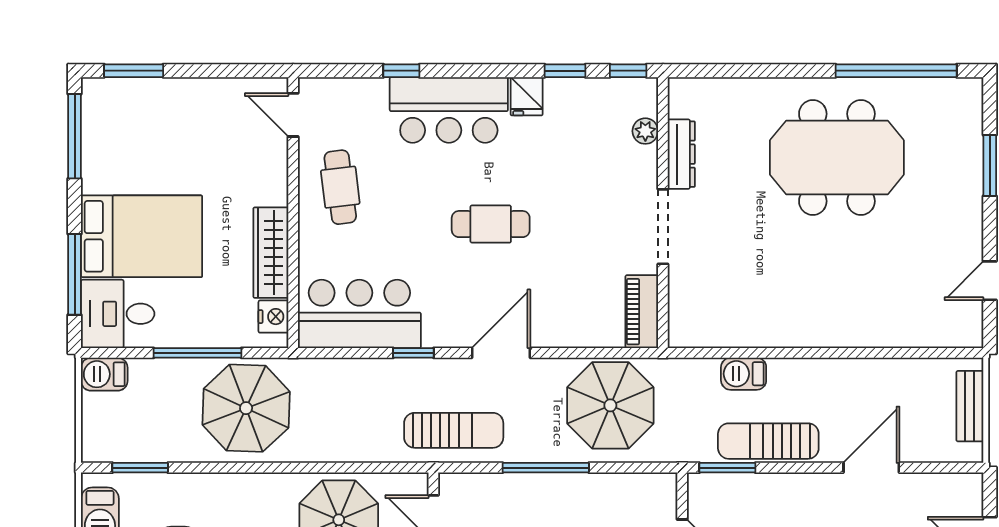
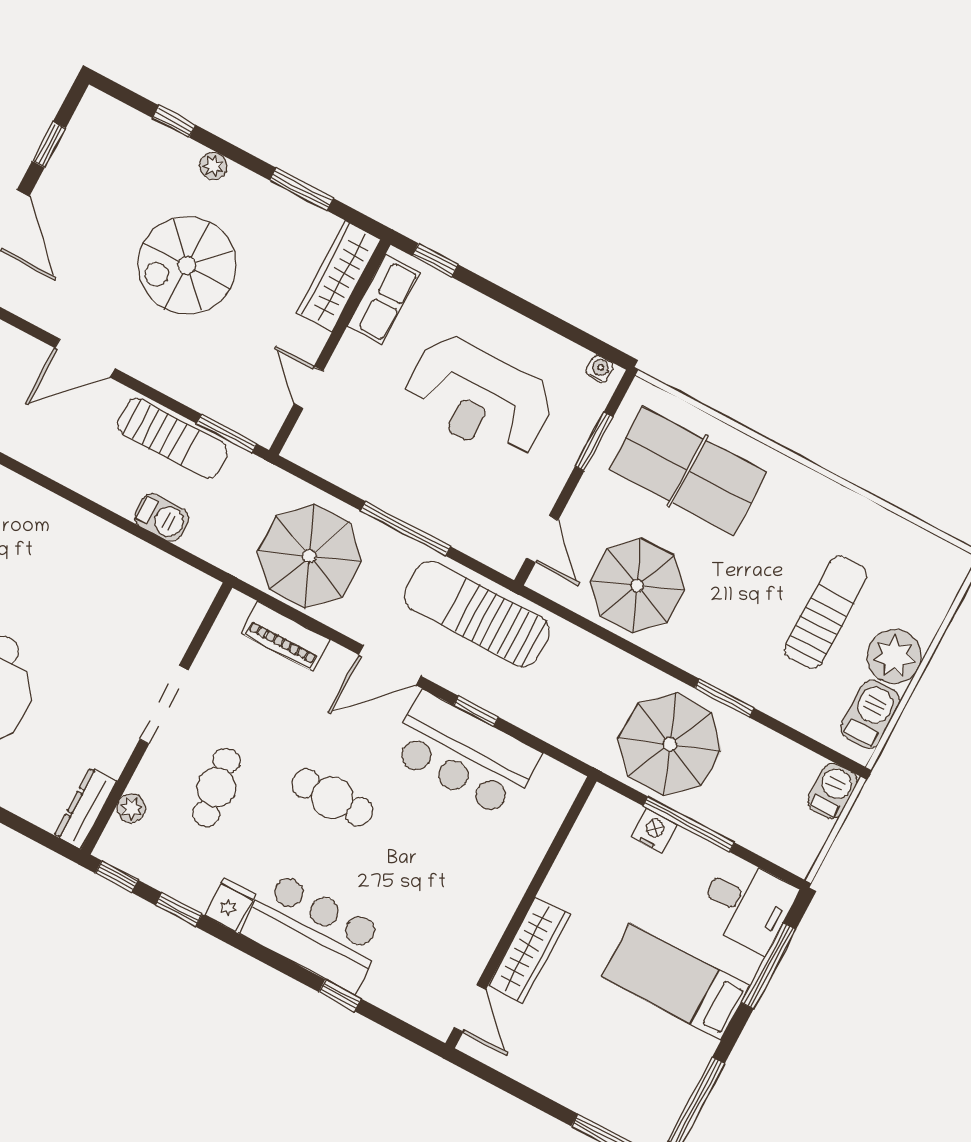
dresser: (681, 154) -> (86, 808), moved
cafe table: (340, 187) -> (216, 787), moved
bed: (142, 236) -> (675, 982), width x0.67
wardrobe: (271, 253) -> (529, 950), moved
piano: (642, 312) -> (286, 637), moved, turned 90
bar counter: (359, 314) -> (465, 754), moved
nightstand: (273, 317) -> (654, 831), moved, turned 90
barbecue: (104, 374) -> (833, 791), moved, turned -90
sun lounger: (454, 430) -> (477, 614), width x1.36, depth x1.34
window: (140, 468) -> (724, 698), moved

